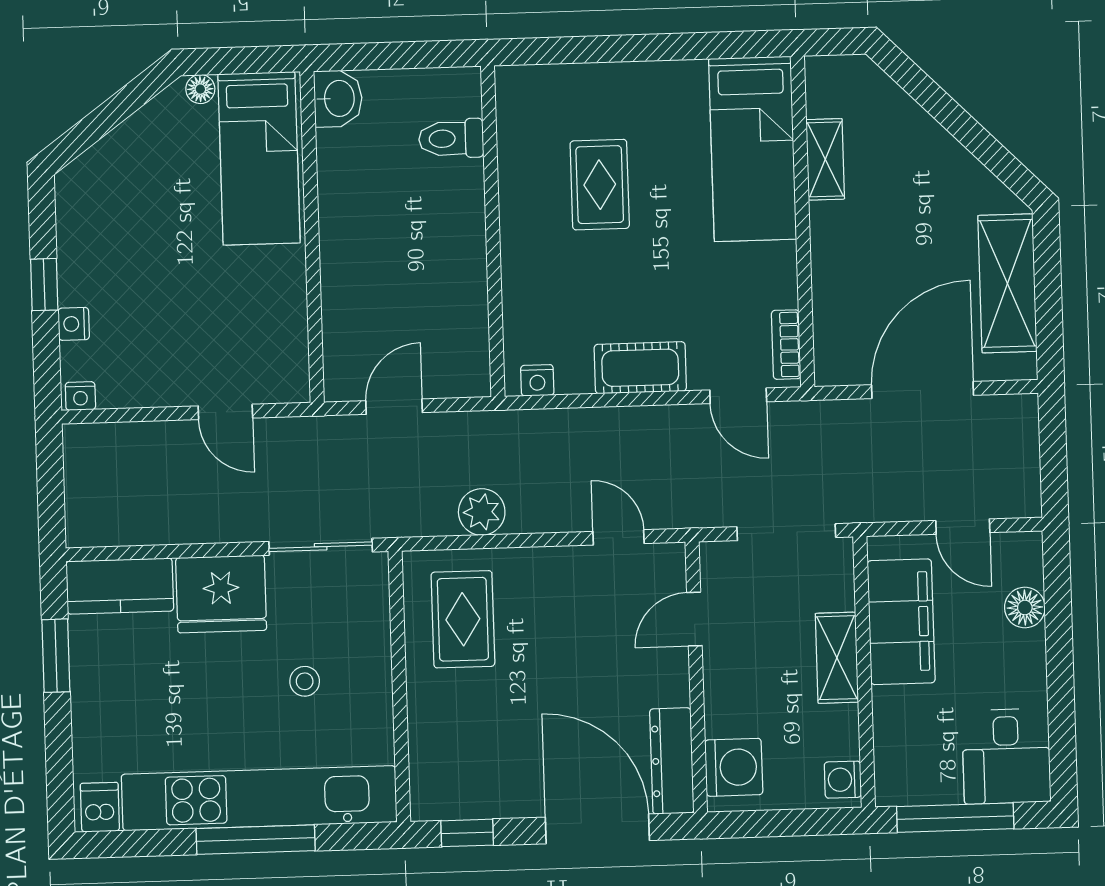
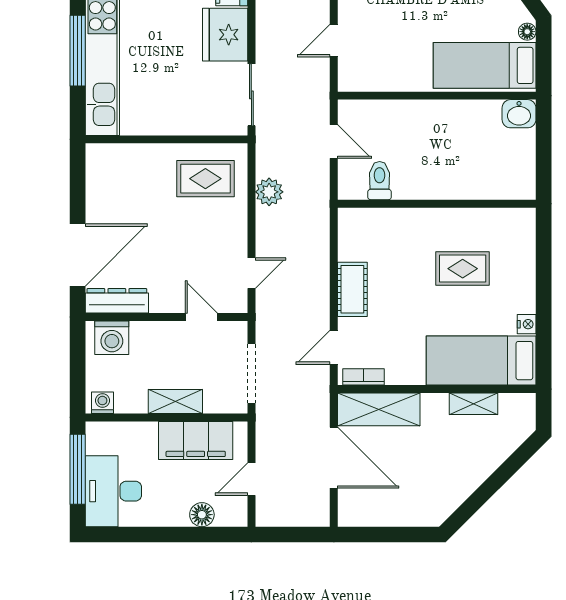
toilet: (451, 139) -> (380, 181), moved
shelving: (1007, 283) -> (379, 409), moved
nightstand: (537, 380) -> (527, 324), moved, turned 180
stool: (305, 681) -> (171, 83), removed
desk: (1006, 756) -> (113, 491), width x1.37
window: (467, 833) -> (78, 177), removed

